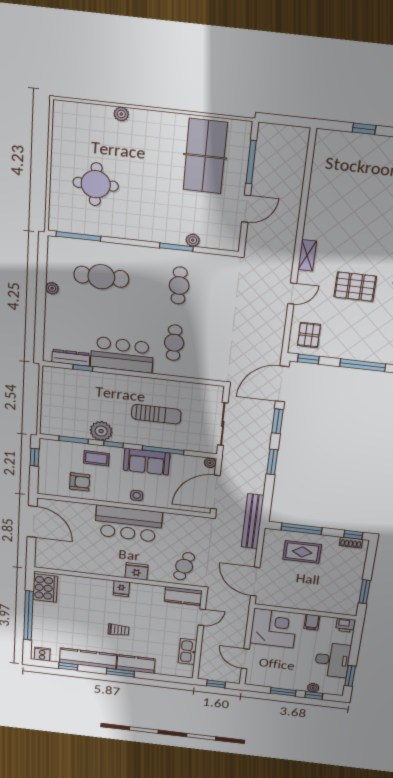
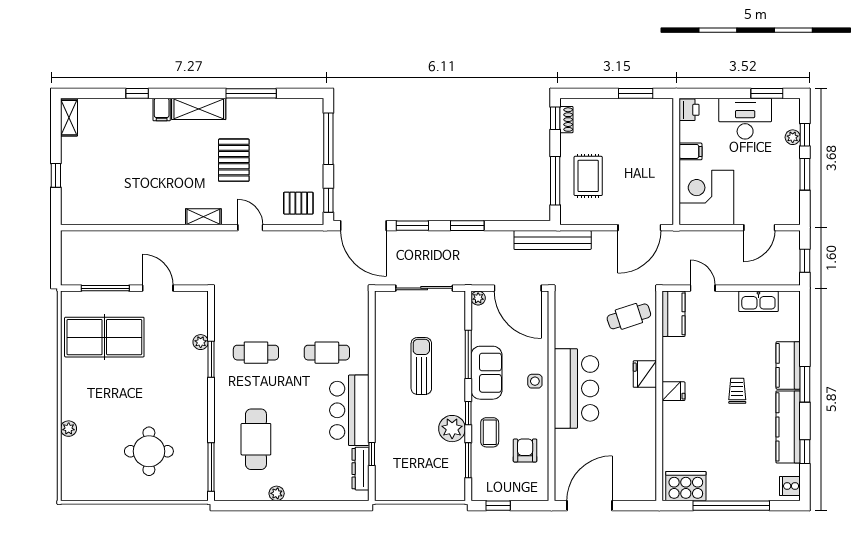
cafe table: (184, 566) -> (629, 316), turned -35

